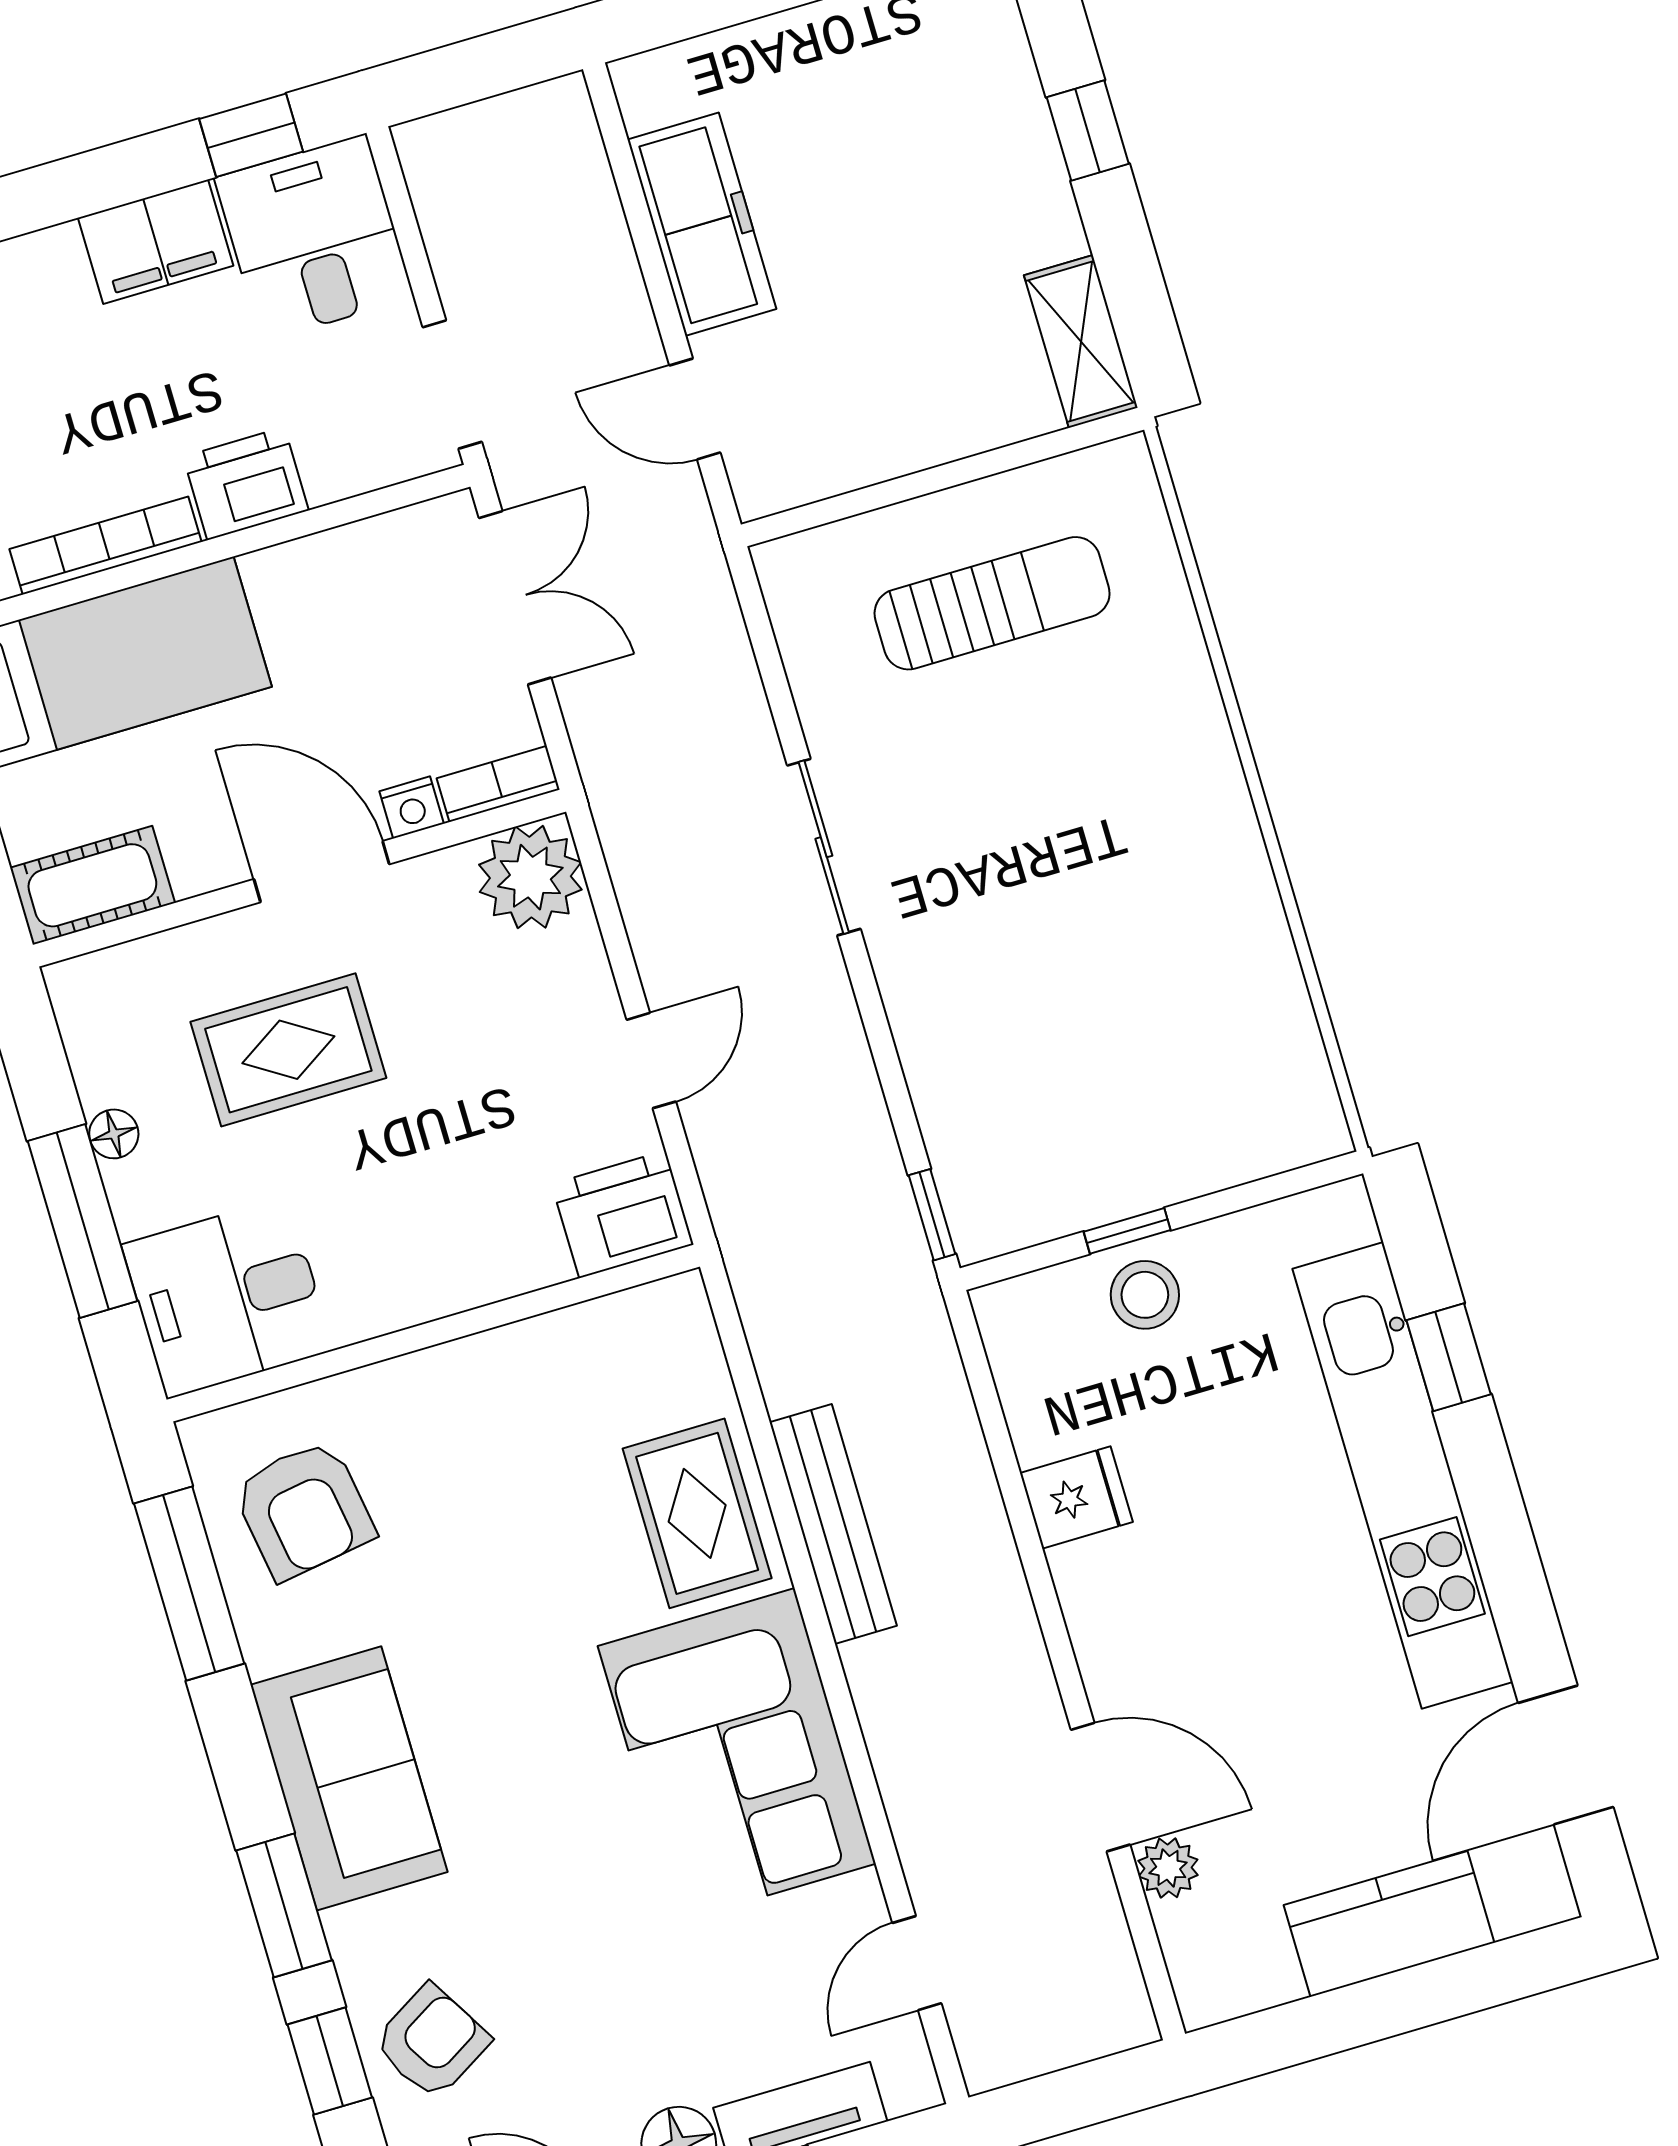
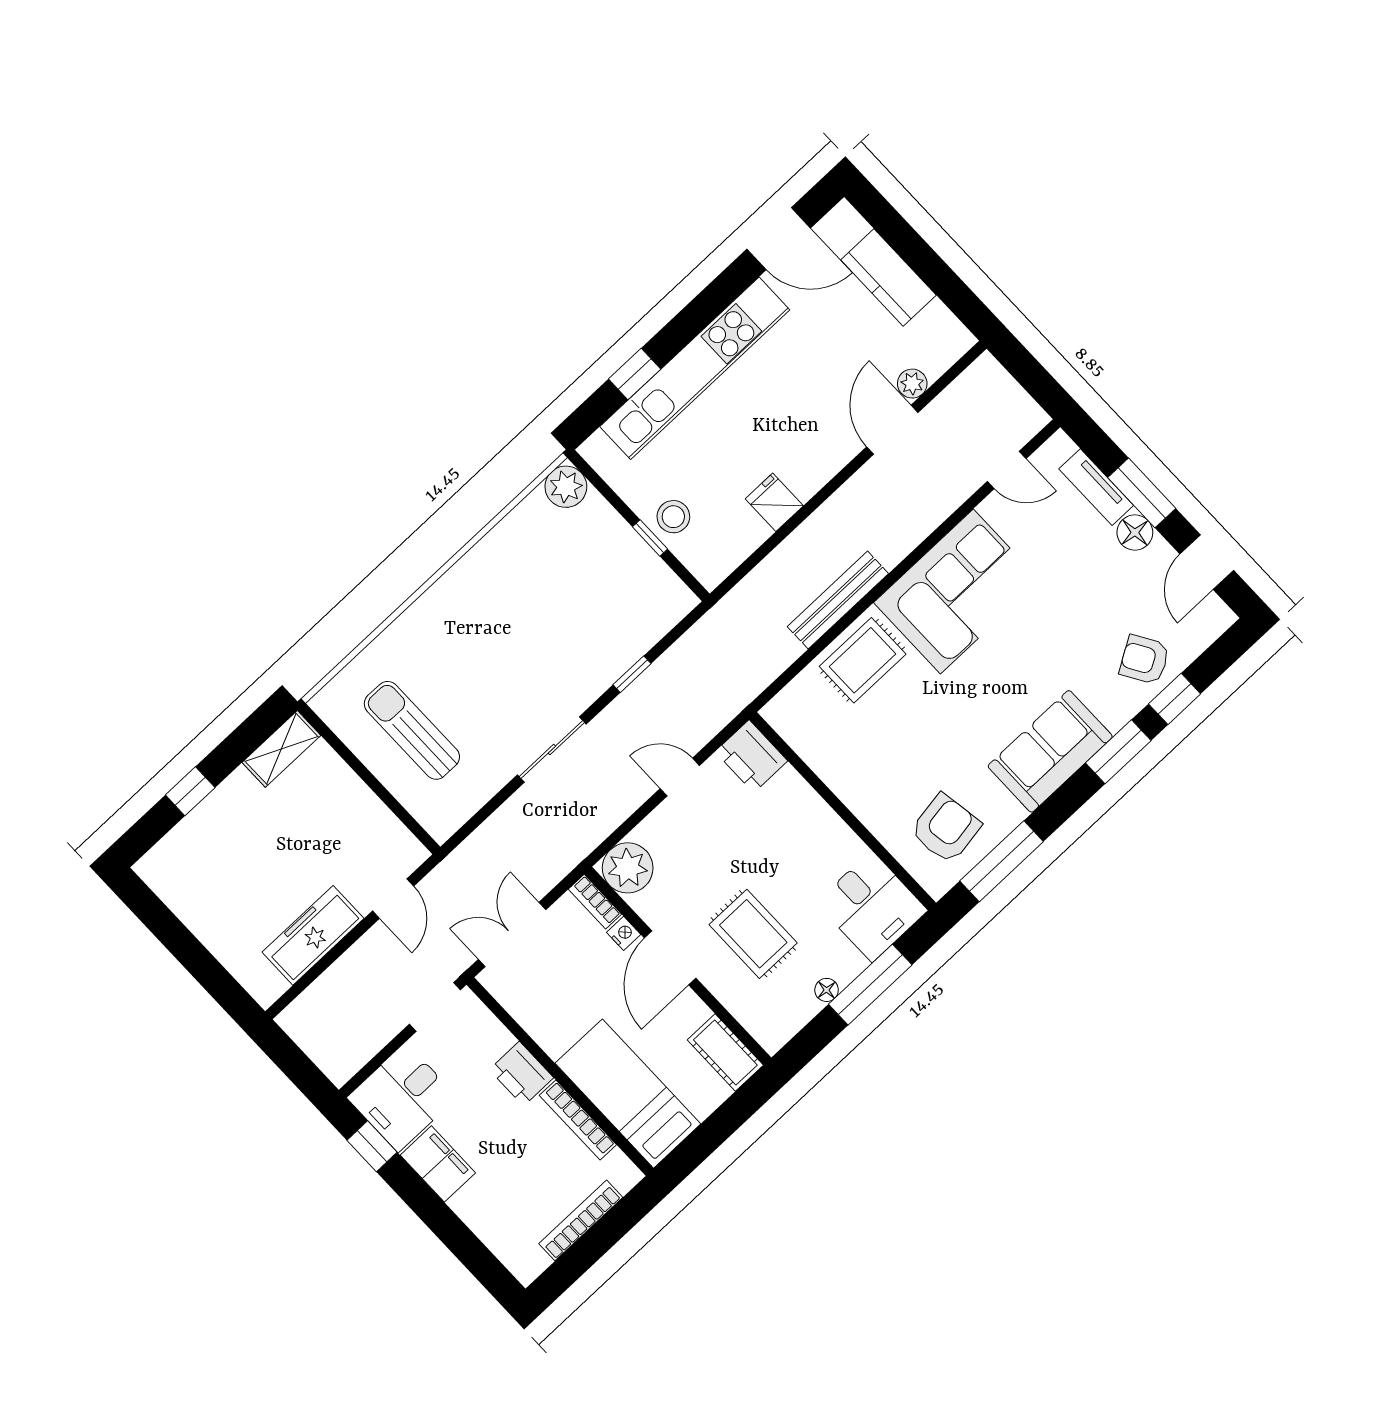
plant: (1303, 1122) -> (566, 487), added
window: (932, 1215) -> (632, 674), moved

